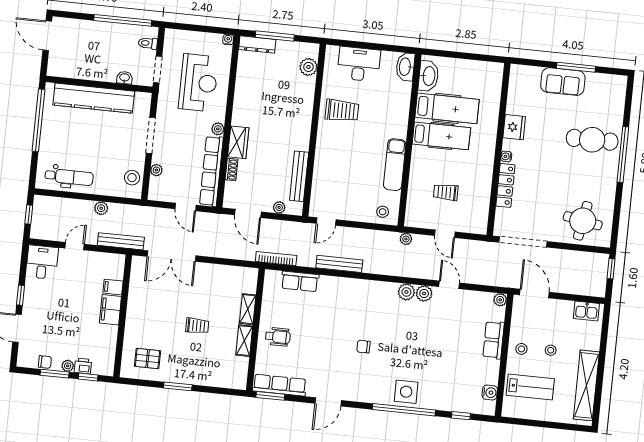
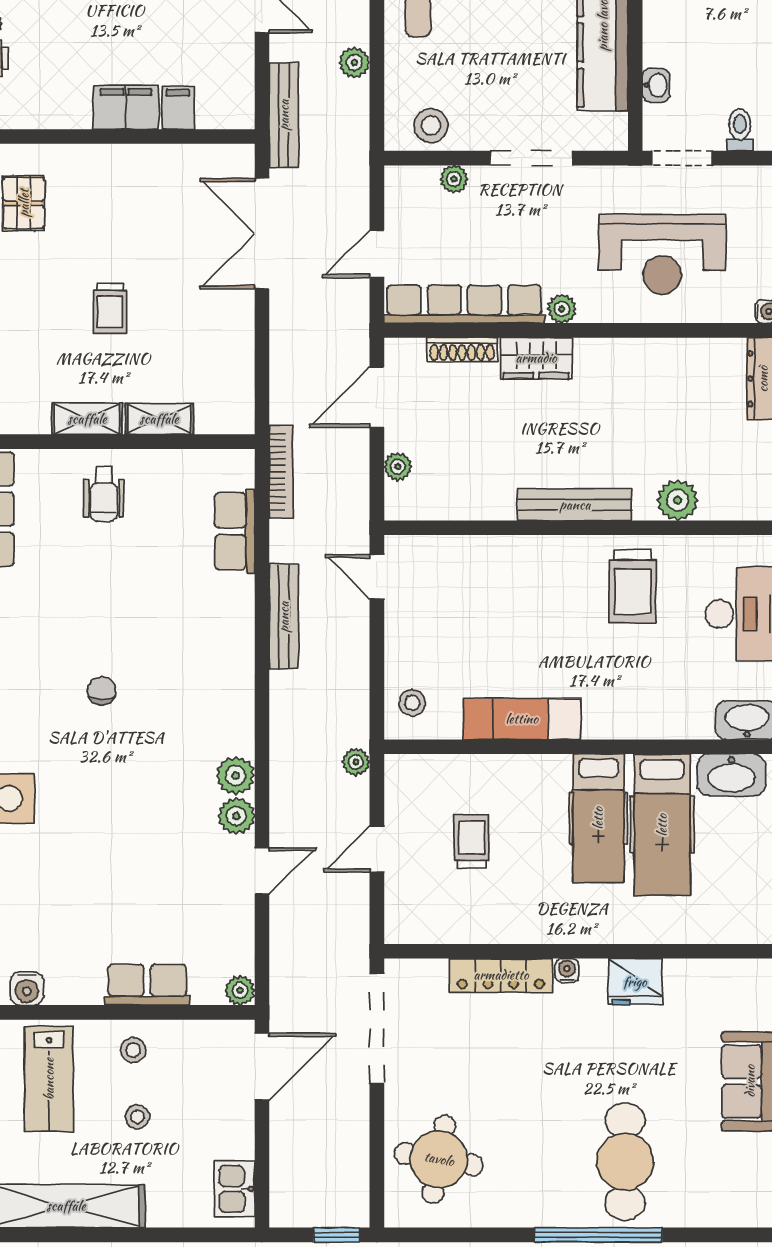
plant: (308, 67) -> (678, 500), moved
shoe rack: (232, 170) -> (462, 350), width x1.43
bench: (299, 176) -> (575, 505), moved

